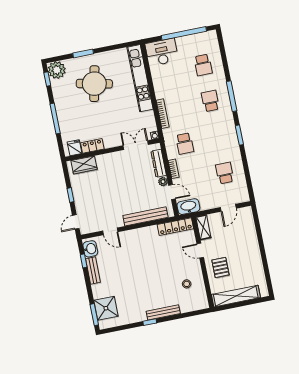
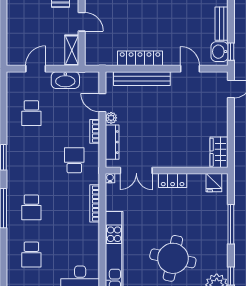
school desk: (203, 65) -> (31, 255), turned 180
locker: (92, 146) -> (173, 181), moved
wardrobe: (84, 165) -> (219, 152), moved, turned -90
window: (70, 195) -> (231, 124), removed
washbasin: (188, 207) -> (65, 80), moved
locker: (175, 227) -> (140, 58), moved
window: (84, 261) -> (231, 52), moved

